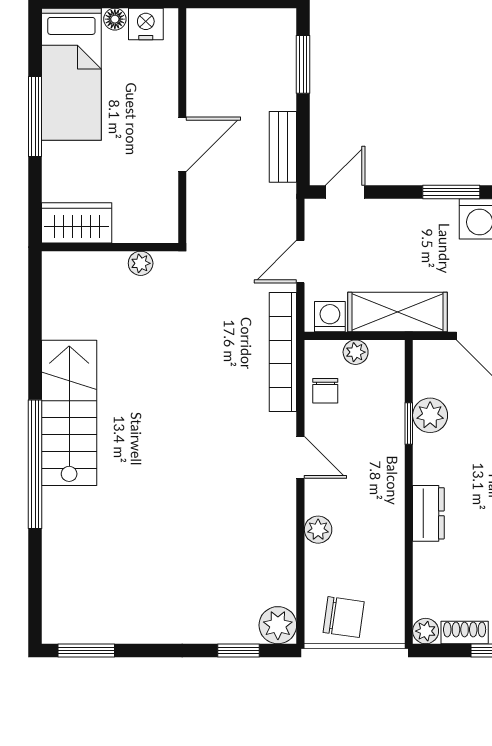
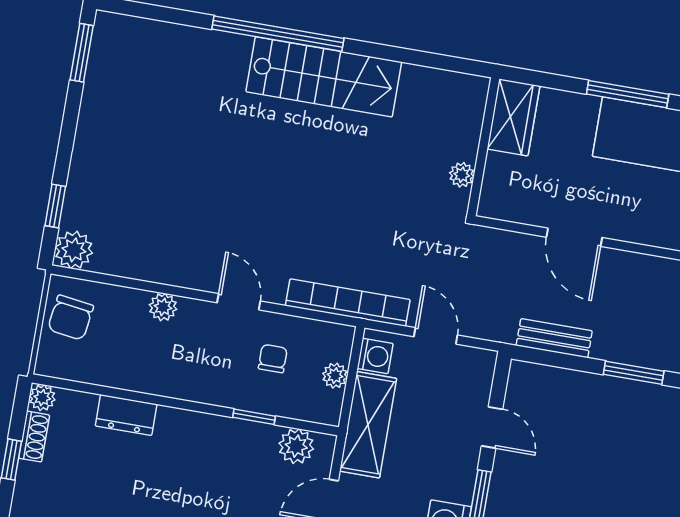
door: (345, 192) -> (492, 427), moved
chair: (325, 391) -> (273, 358), moved, turned 90
plant: (430, 415) -> (296, 446), moved
door: (300, 457) -> (239, 302), swing flipped
dresser: (428, 513) -> (126, 415), moved

